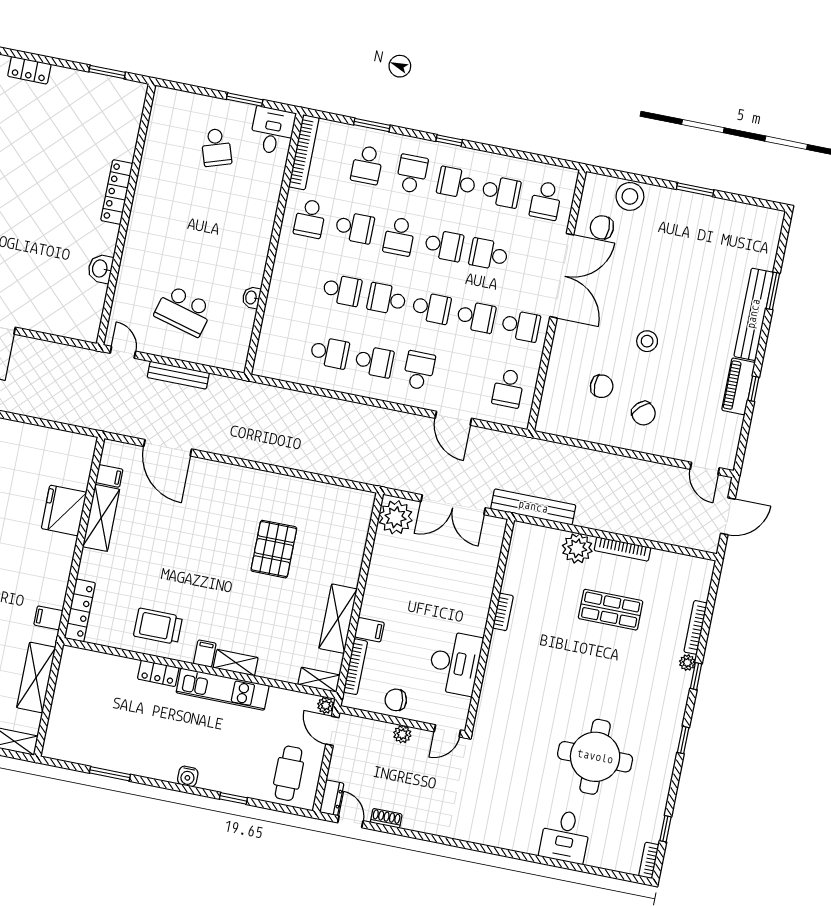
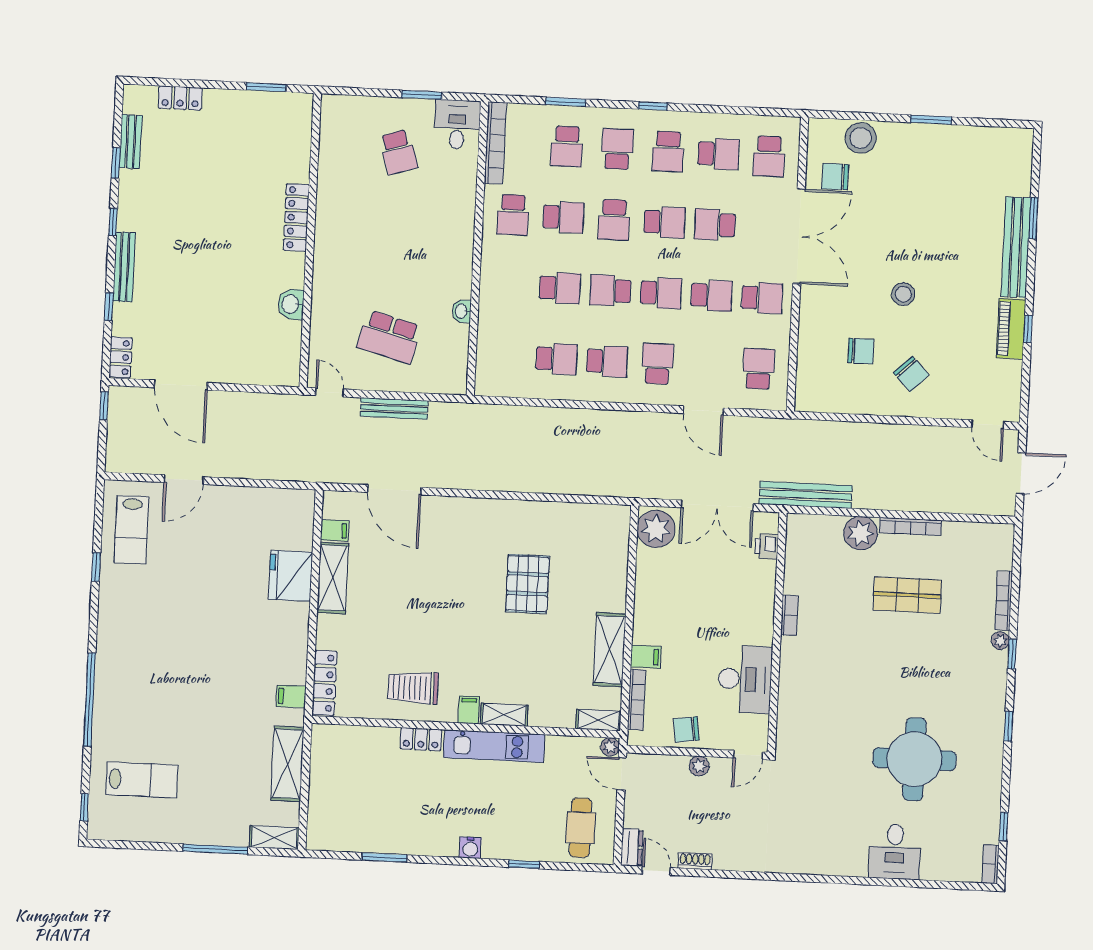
school desk: (456, 183) -> (668, 151), turned -90
school desk: (508, 388) -> (759, 369), turned 180
printer: (492, 548) -> (767, 546), added

